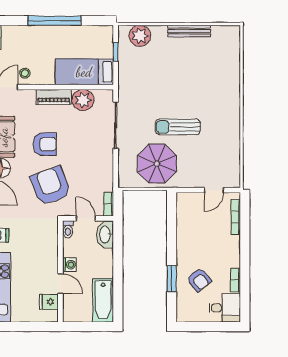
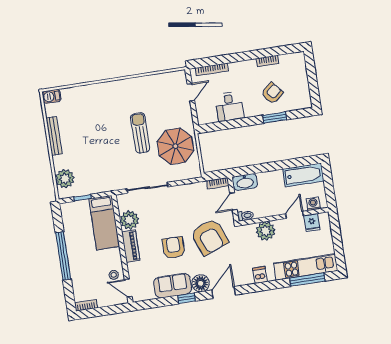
barbecue: (233, 35) -> (52, 96), added
sun lounger: (178, 127) -> (140, 133), turned 180
armchair: (51, 186) -> (209, 237), turned -91
door: (214, 190) -> (191, 92), hinge flipped
plant: (47, 249) -> (266, 231), added
washing machine: (70, 265) -> (313, 204), moved
desk: (225, 308) -> (229, 106), moved, turned 180

